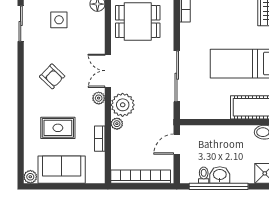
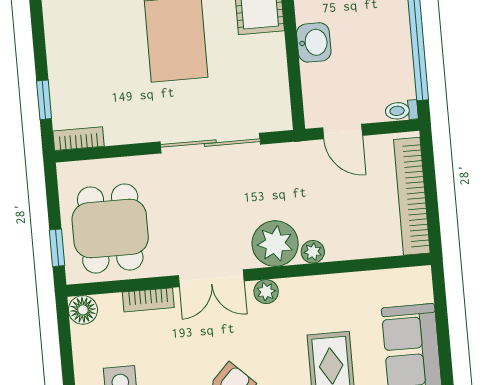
bookcase: (100, 139) -> (148, 300), moved
toilet: (204, 175) -> (401, 110), moved
washbasin: (220, 175) -> (314, 42), moved, turned 180

